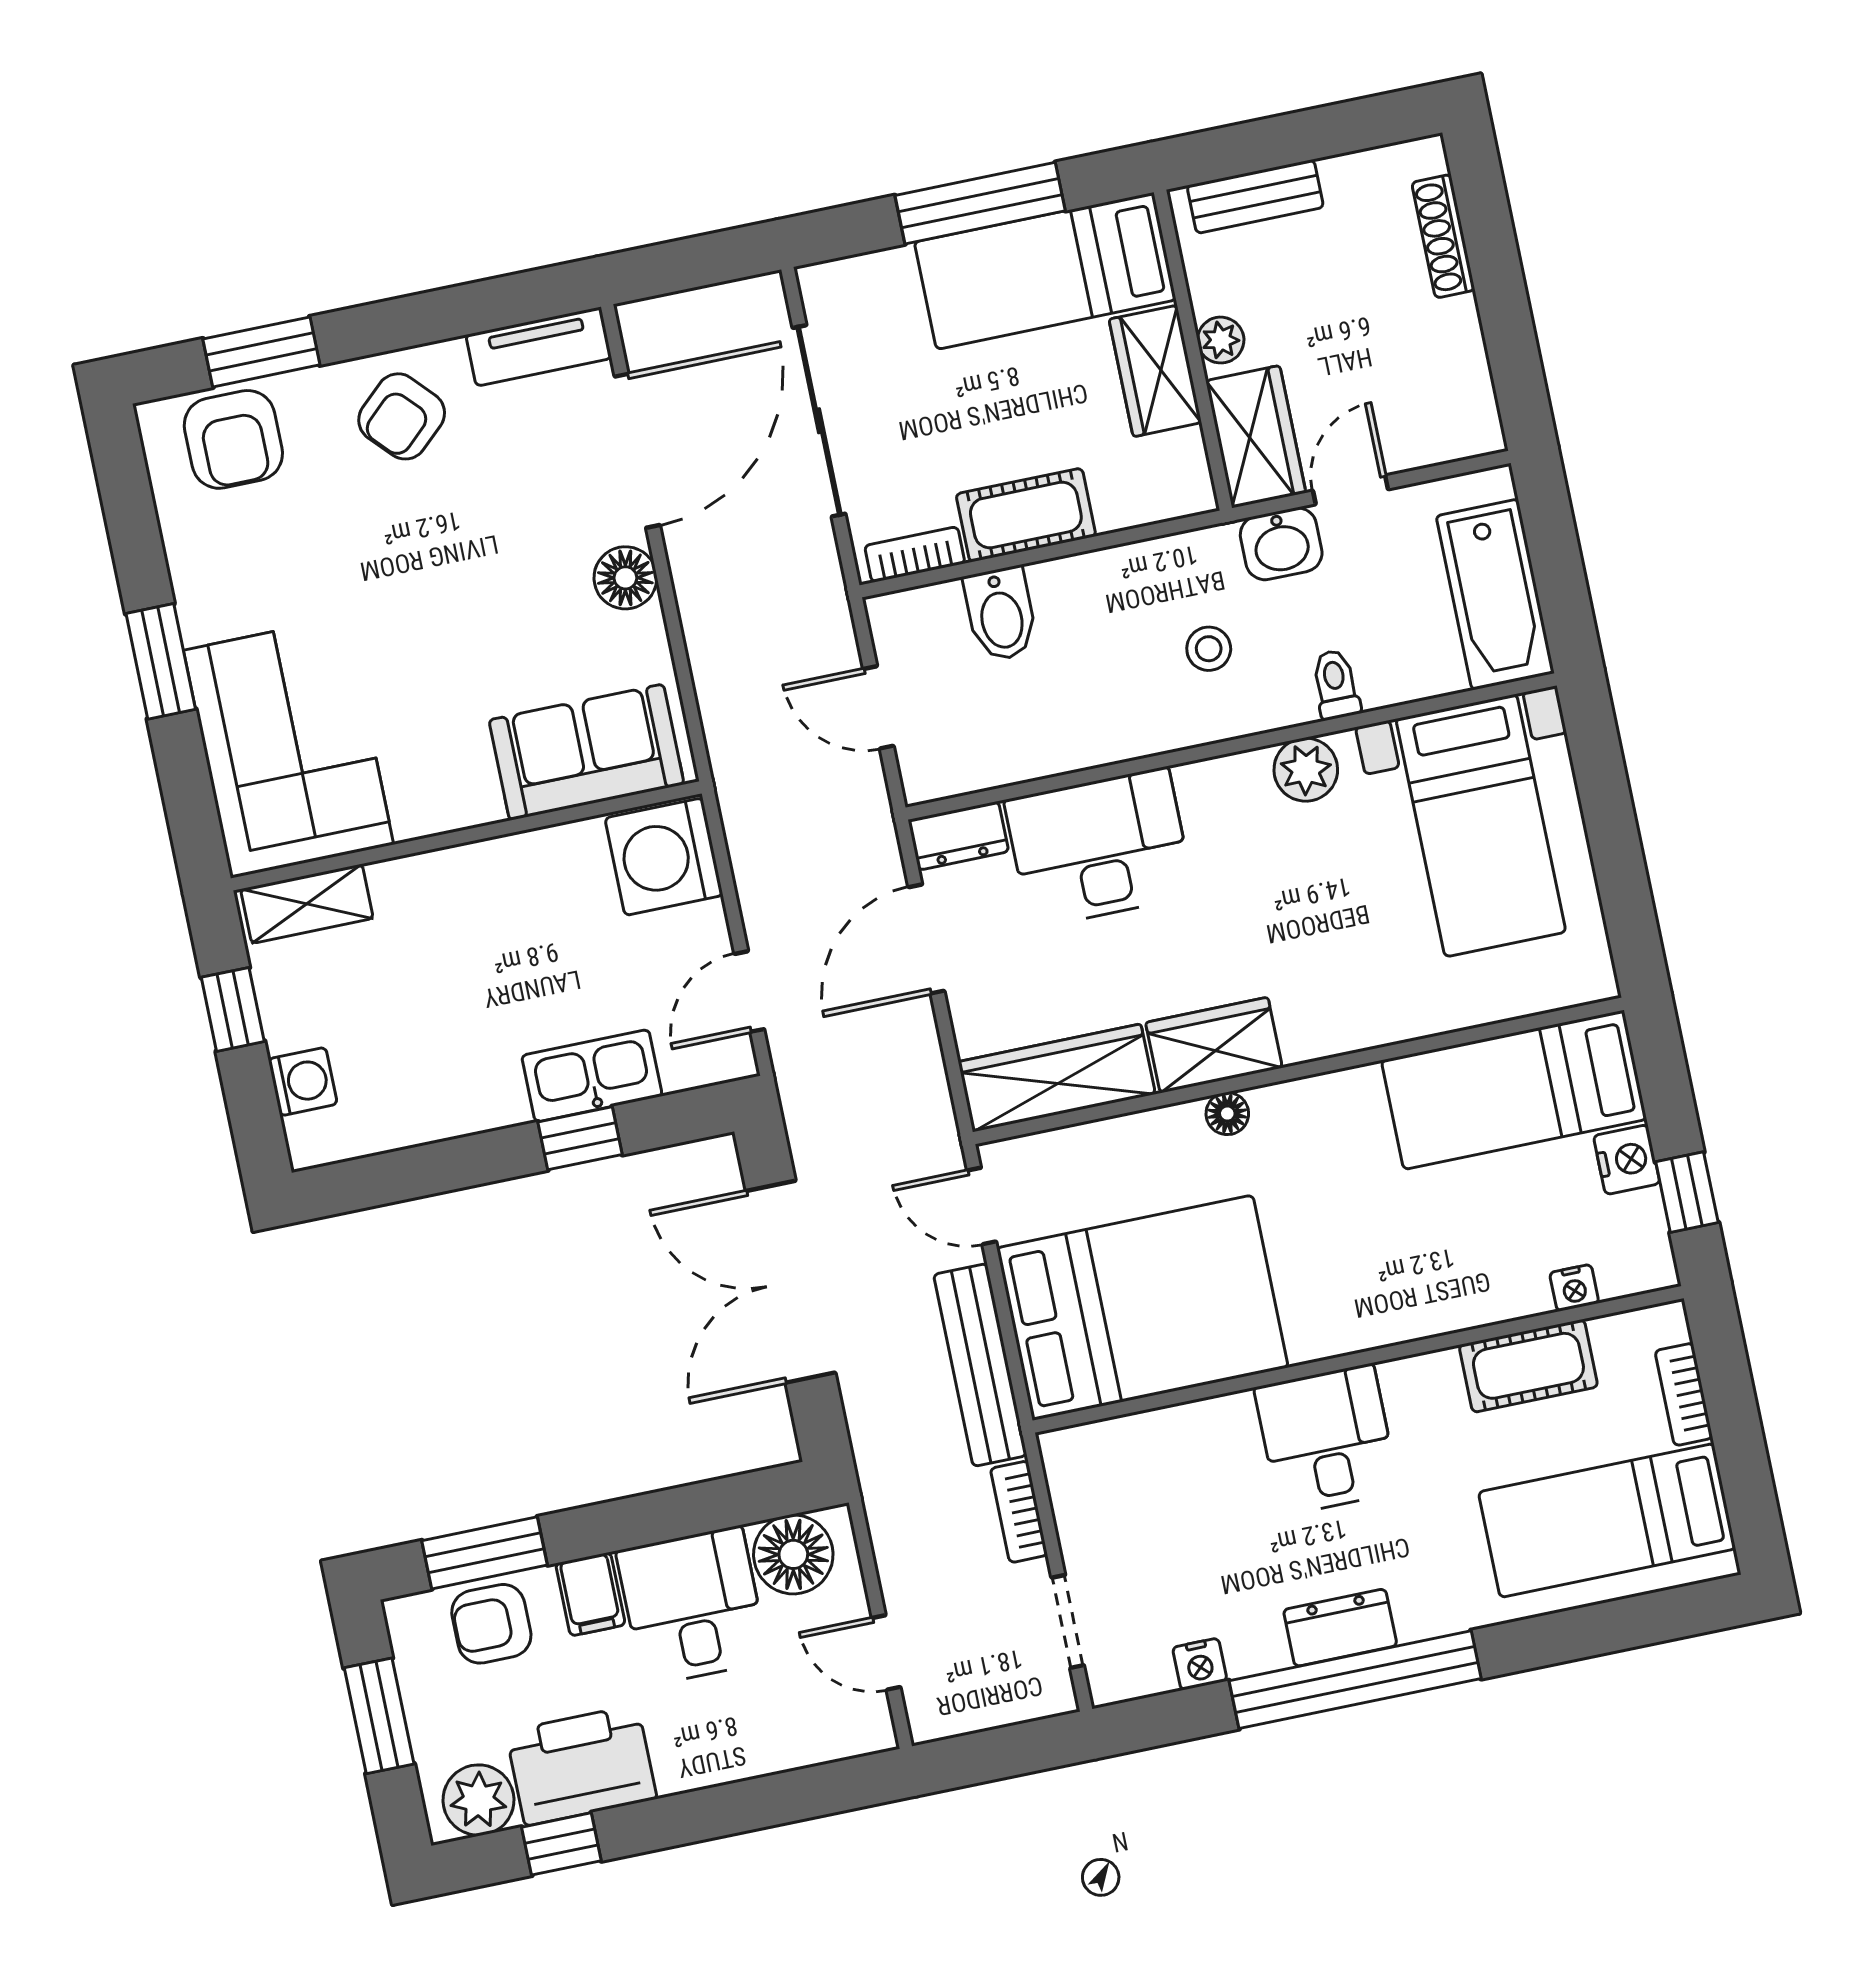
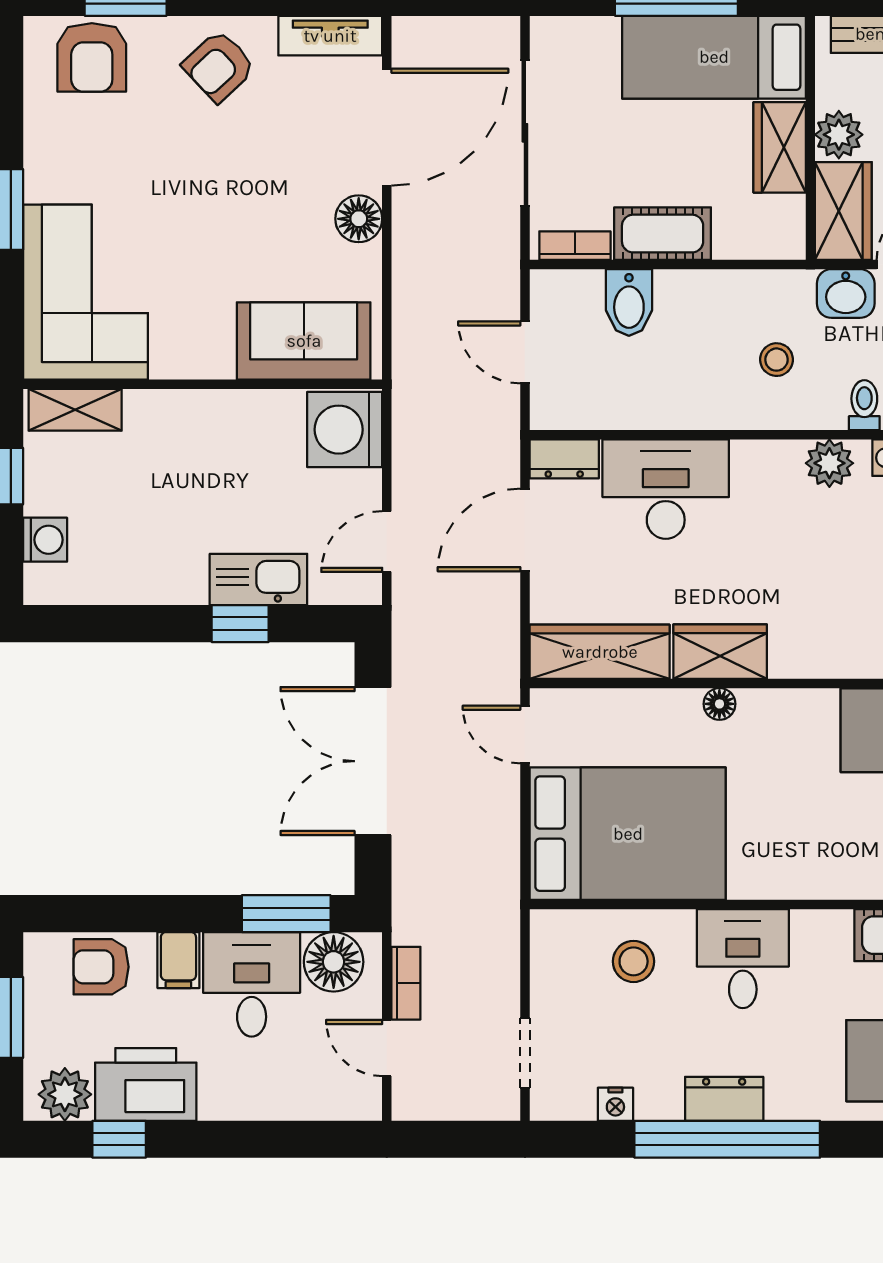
plant: (1221, 340) -> (839, 135), width x1.38, depth x1.38
bench: (980, 1365) -> (500, 851), removed
stool: (1185, 1473) -> (634, 961), added
bookcase: (1019, 1512) -> (406, 983), moved, turned 180
window: (485, 1553) -> (286, 914), moved

